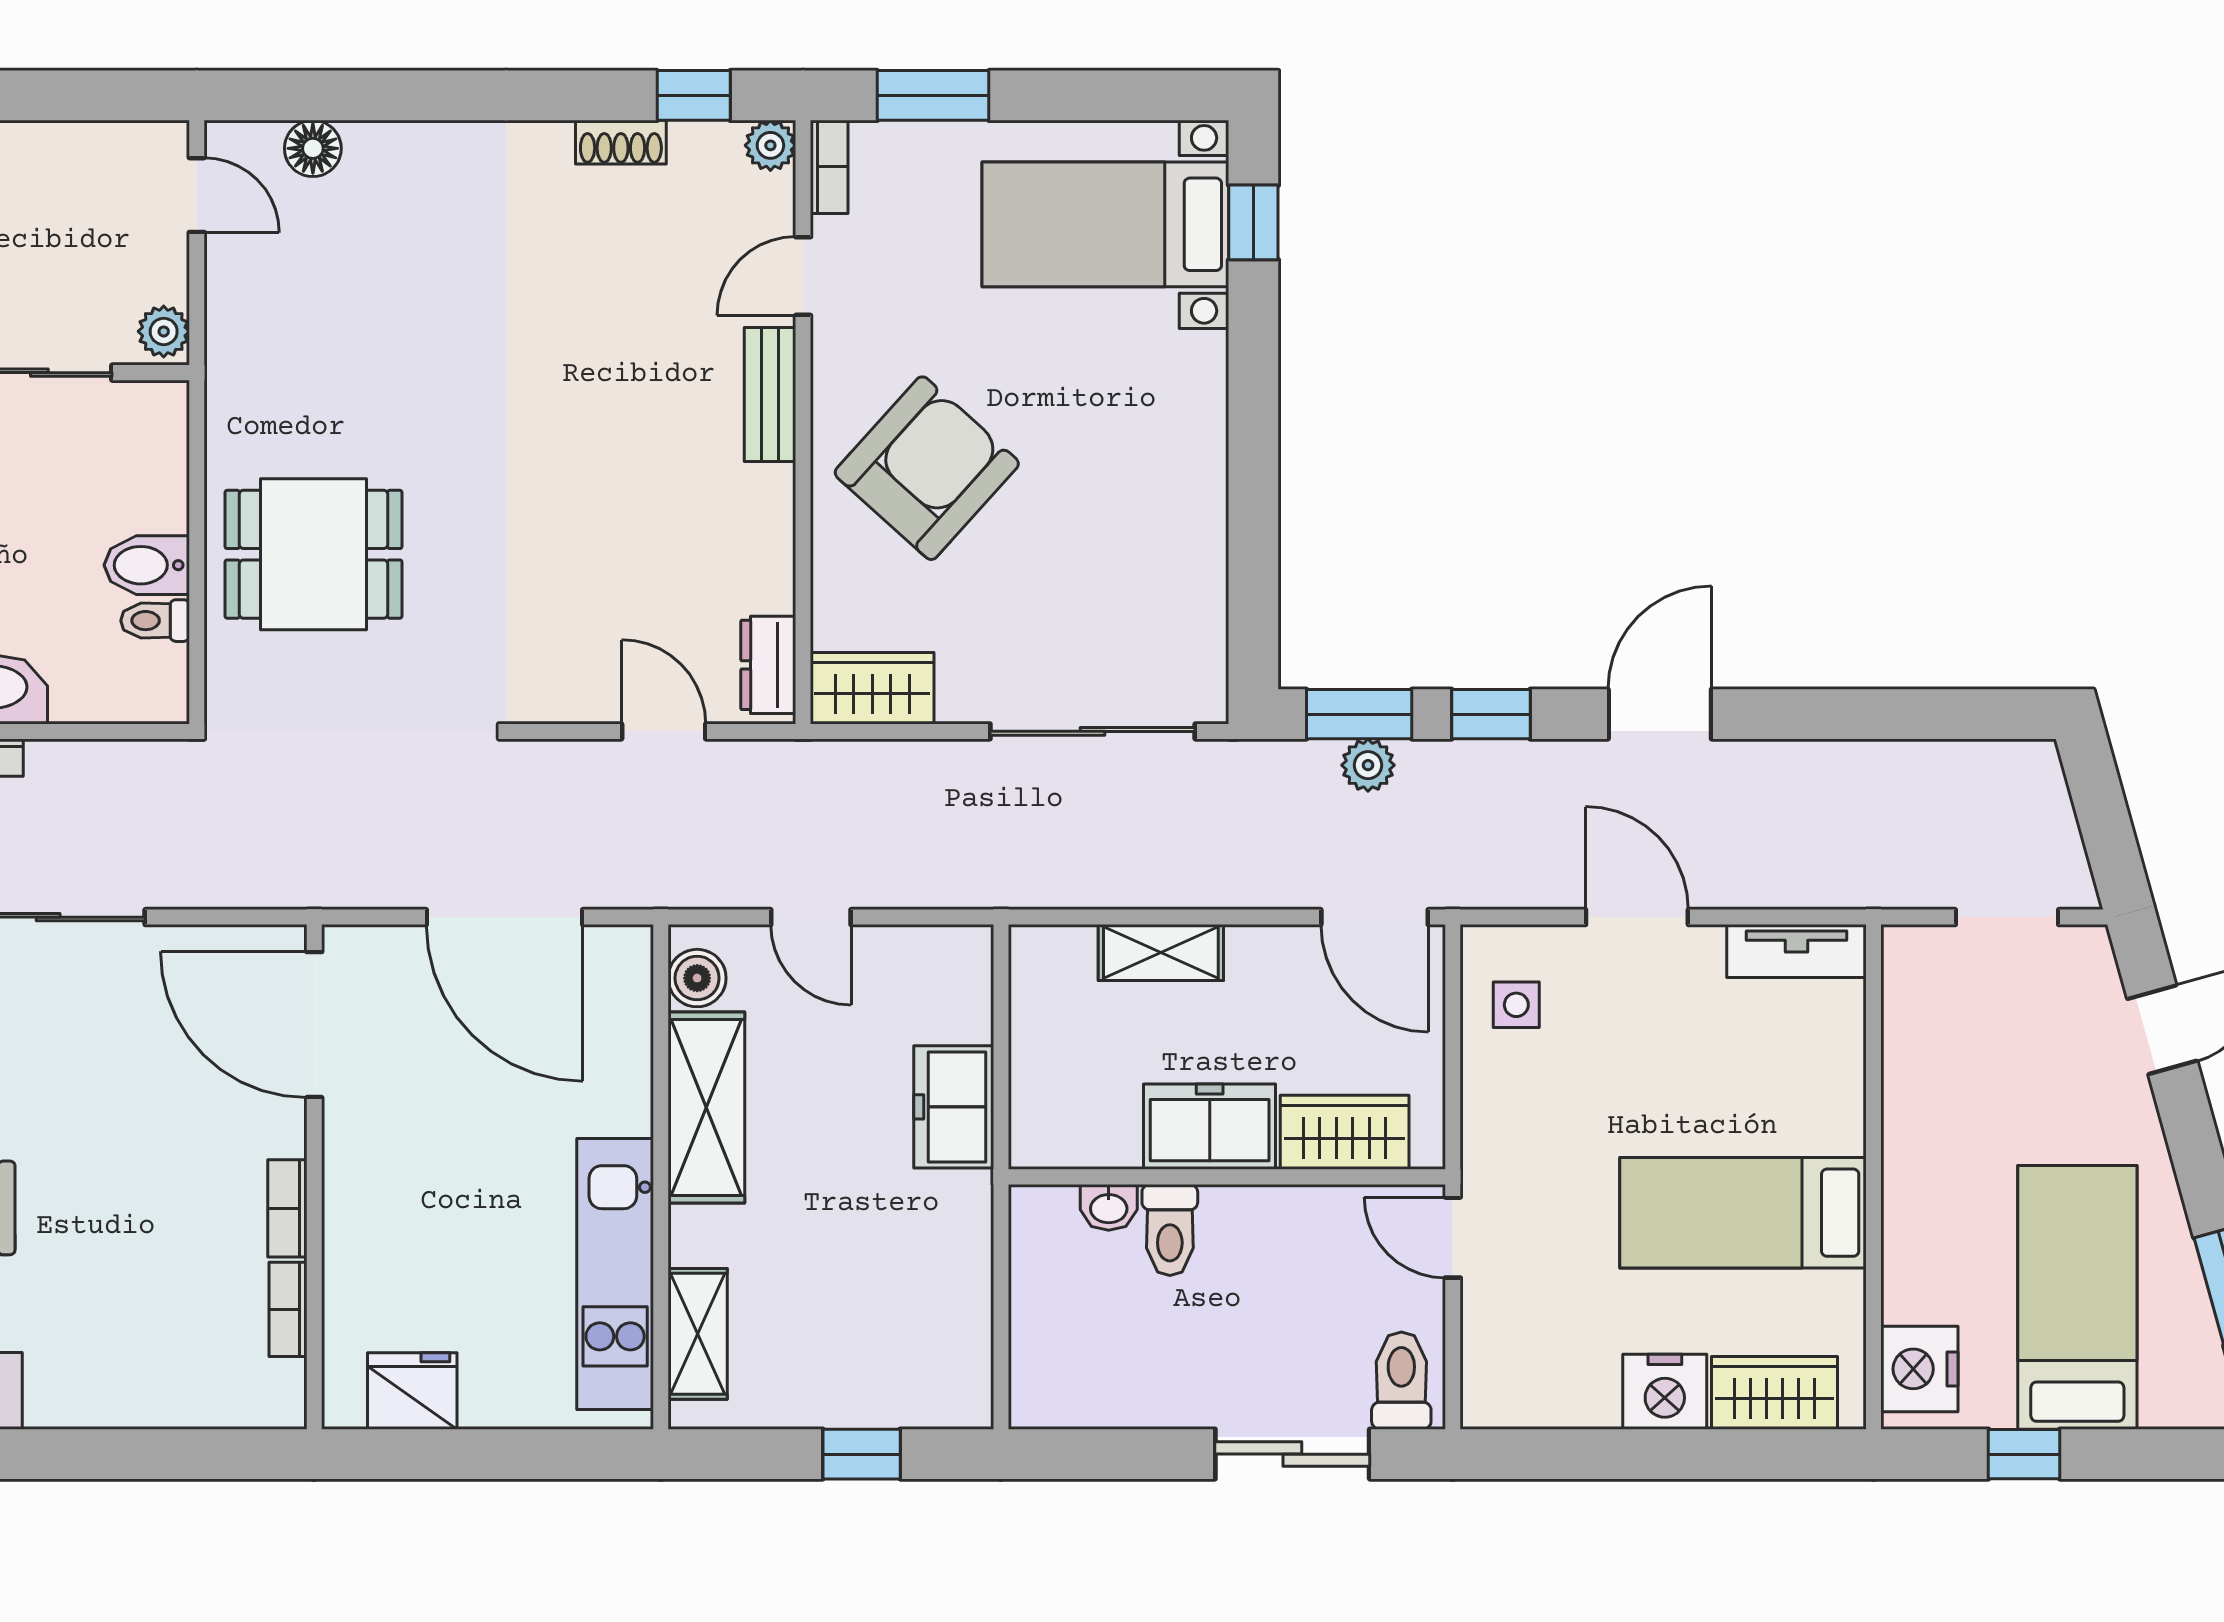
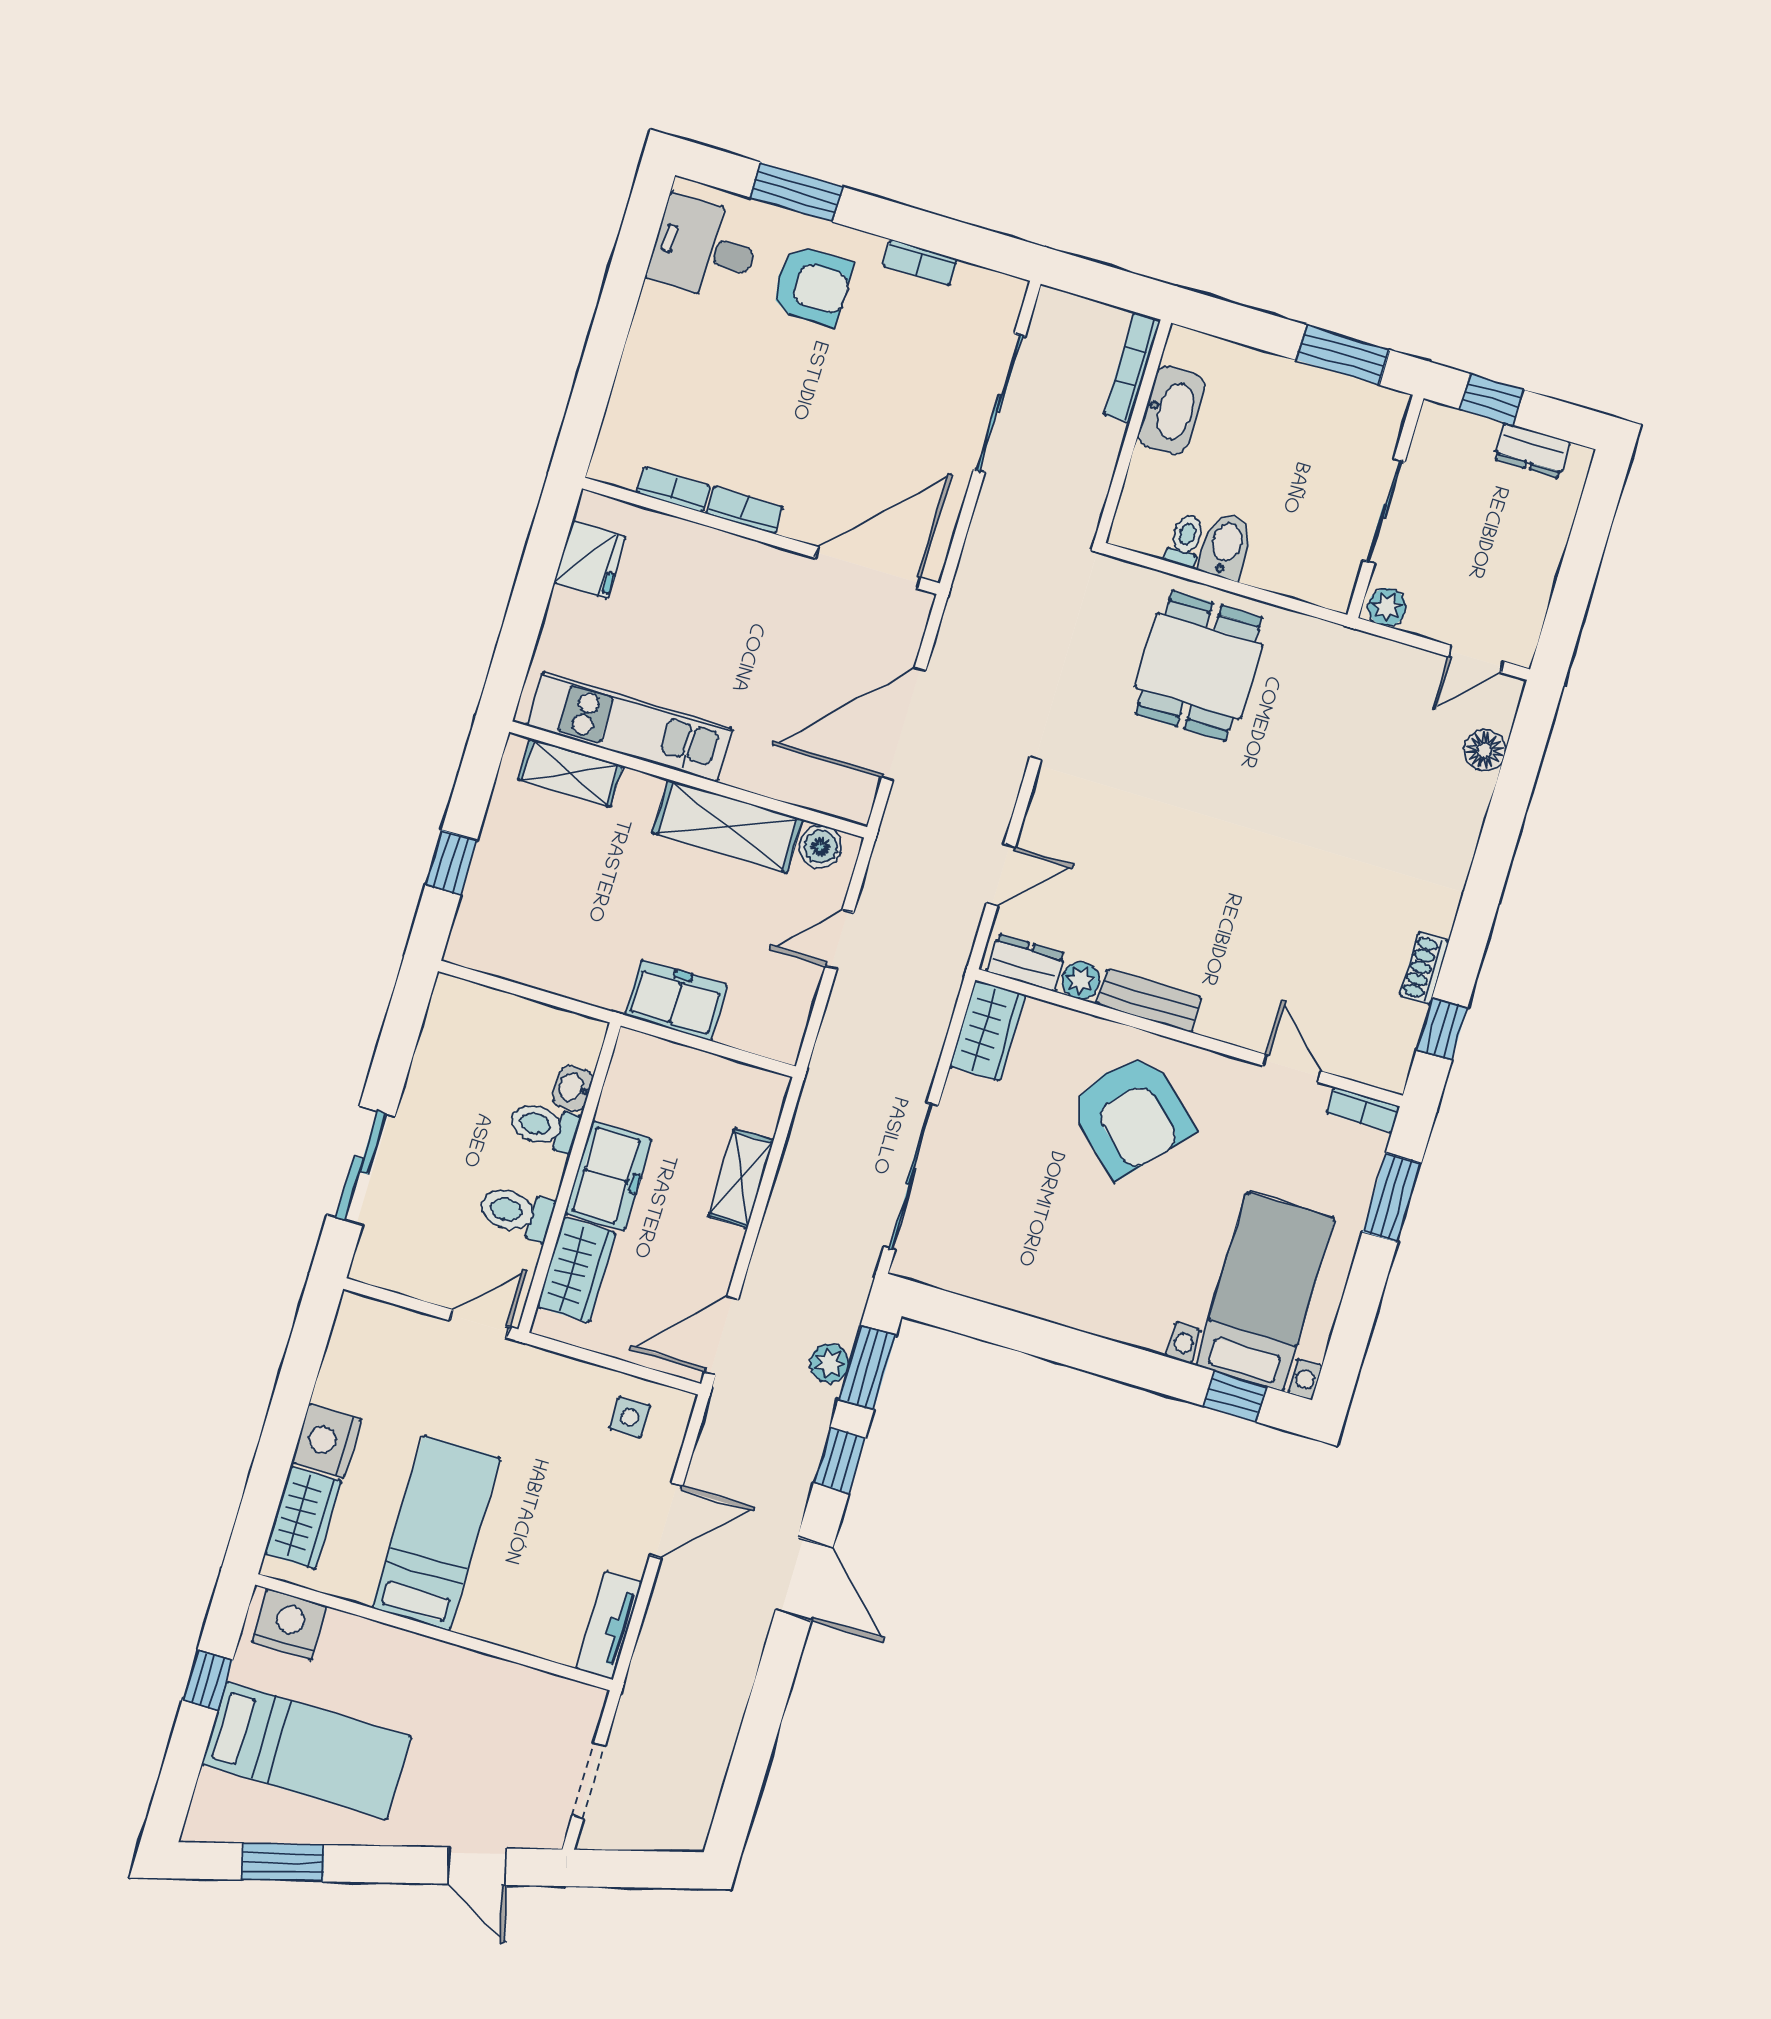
plant: (770, 145) -> (1081, 980), moved
bench: (770, 395) -> (1149, 1001), moved
toilet: (1401, 1381) -> (516, 1212), moved, turned 180

